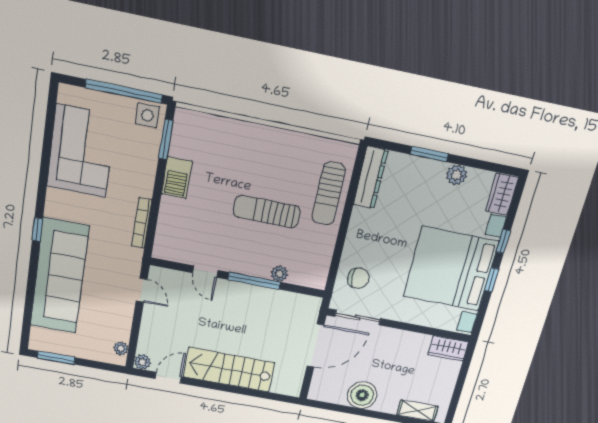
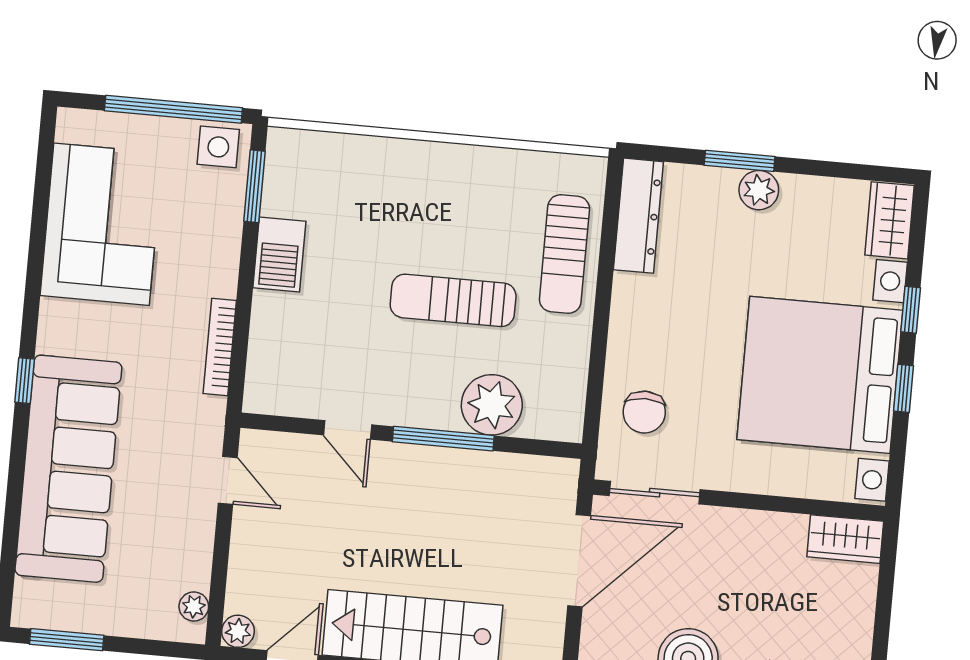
plant: (457, 175) -> (759, 190), moved
plant: (279, 274) -> (492, 405), width x1.87, depth x1.87
chair: (358, 278) -> (644, 412), turned 90

